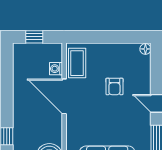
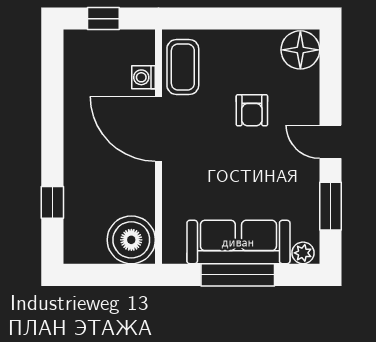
floor lamp: (145, 49) -> (300, 50), width x1.89, depth x1.89

